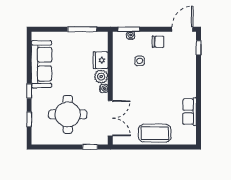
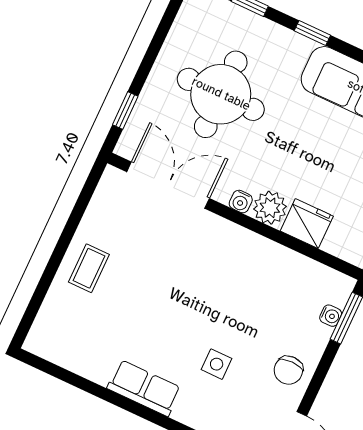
side table: (140, 61) -> (217, 364), moved
row of seats: (190, 112) -> (144, 388), moved
double door: (110, 118) -> (168, 185), swing flipped
coffee table: (155, 133) -> (89, 268), width x0.54, depth x0.58

